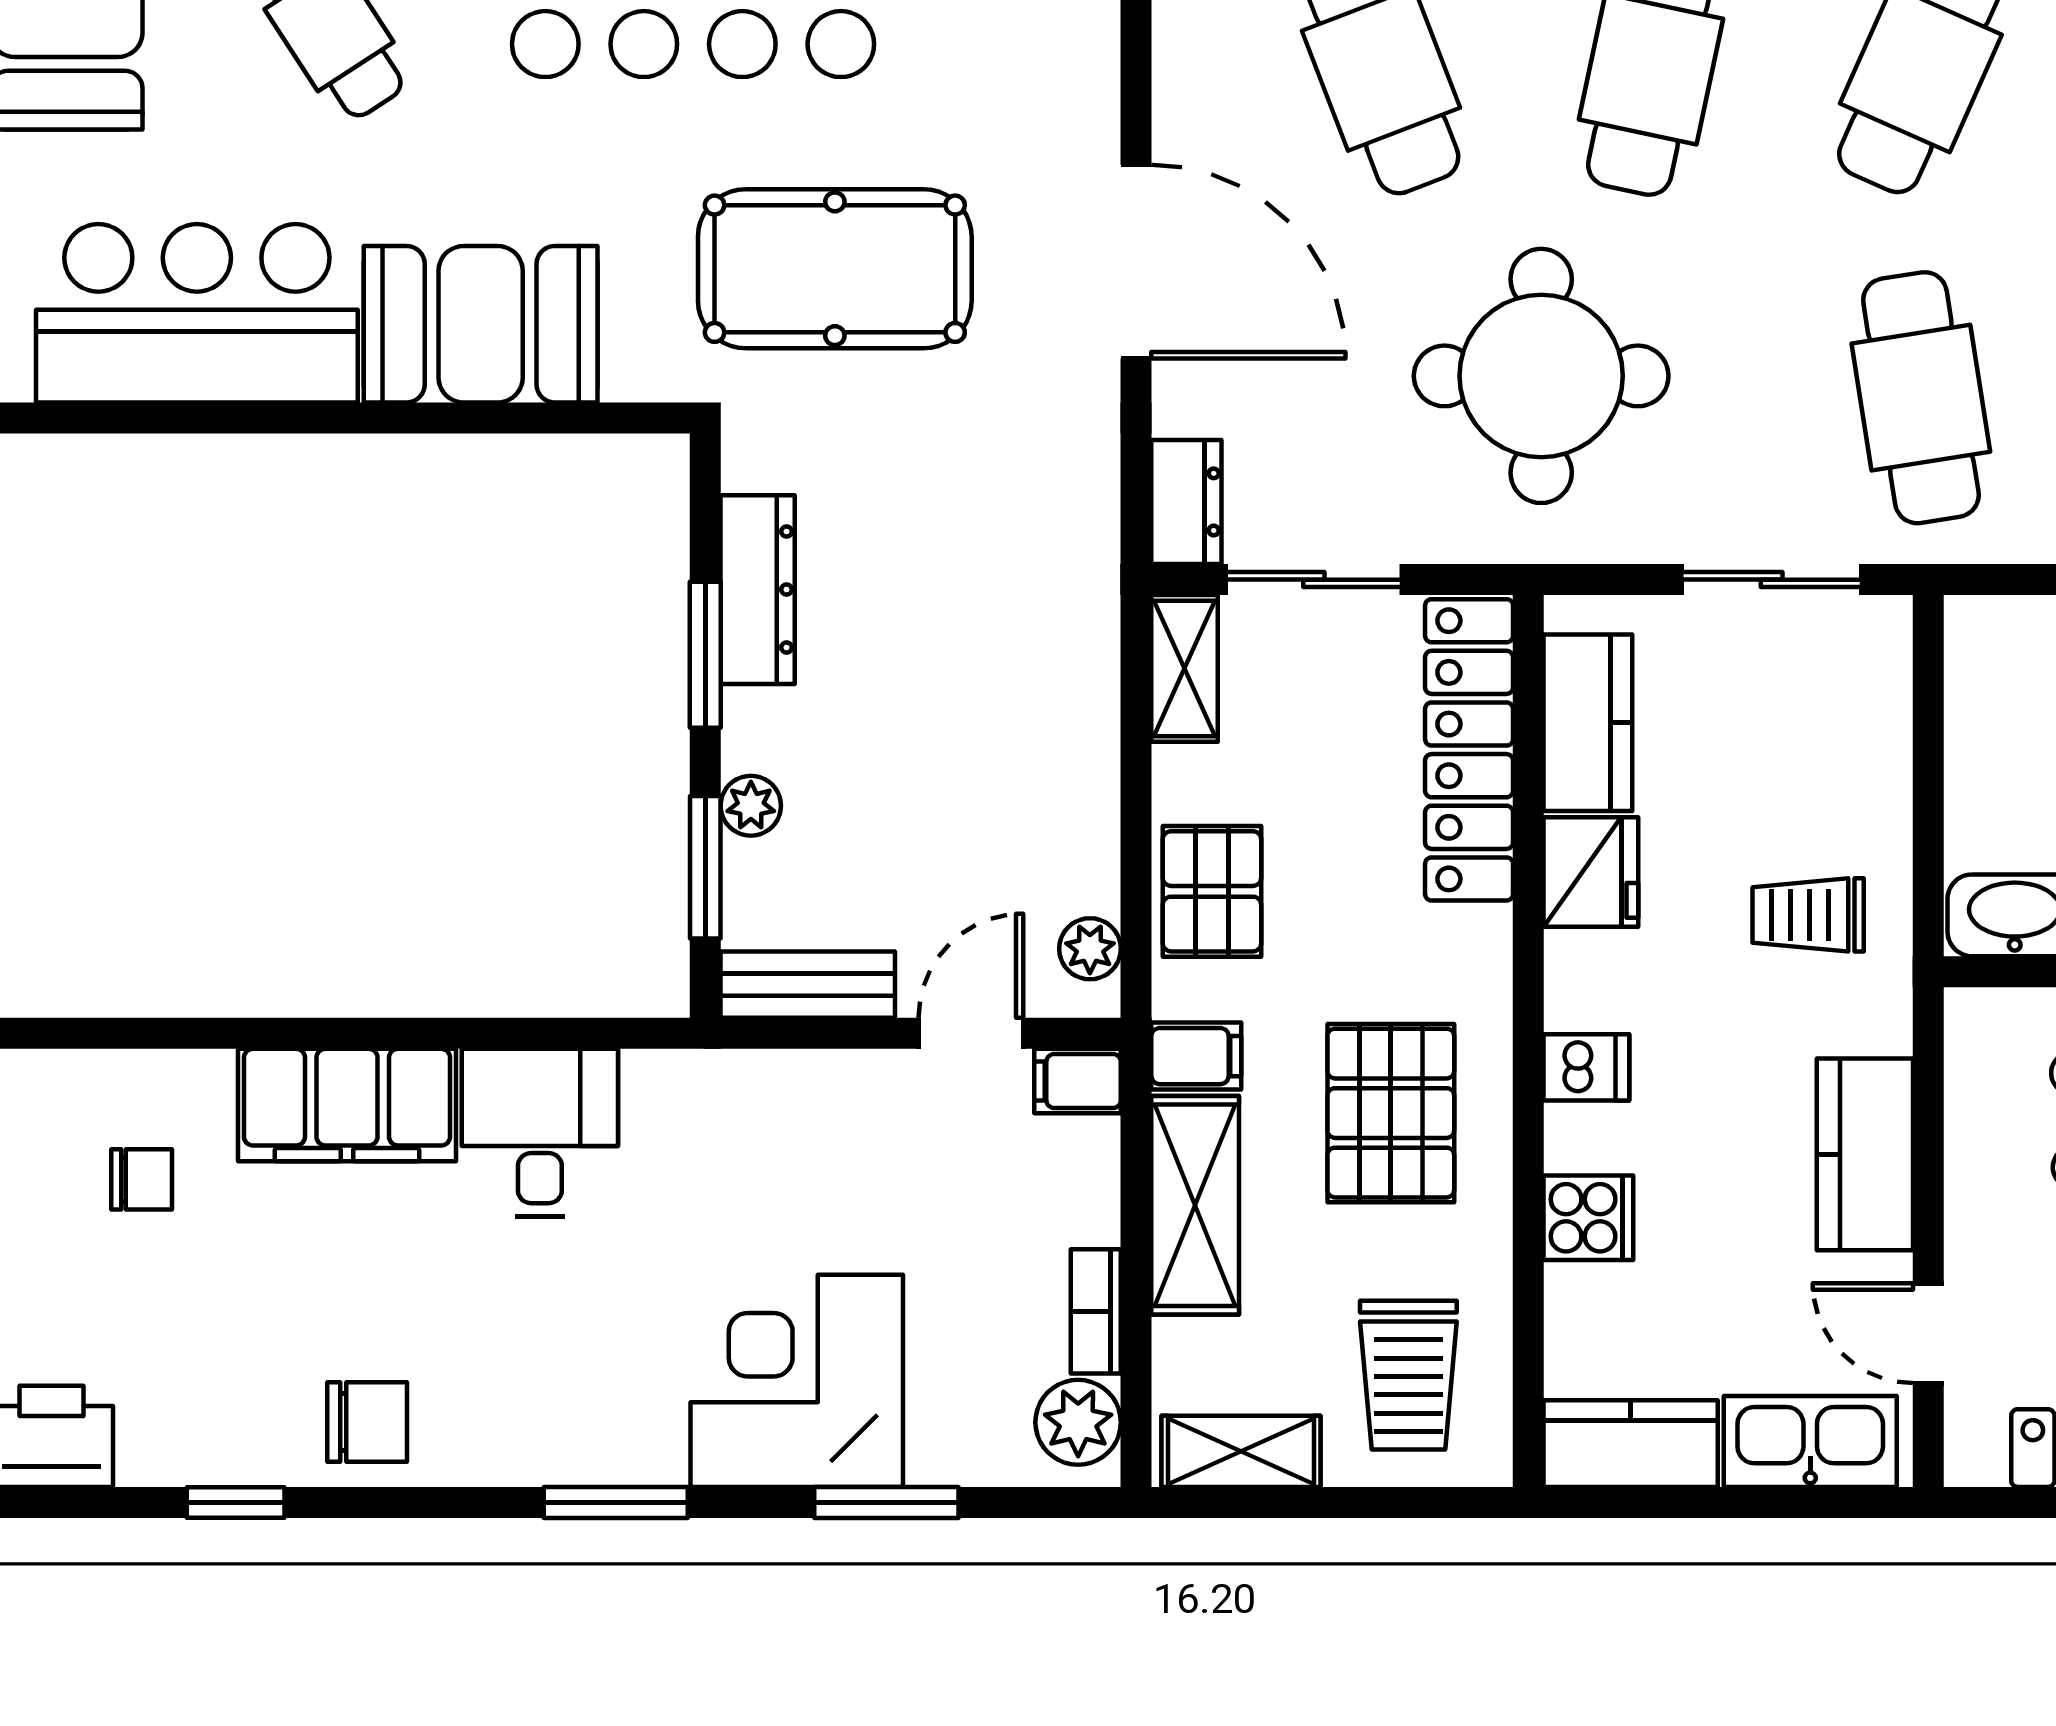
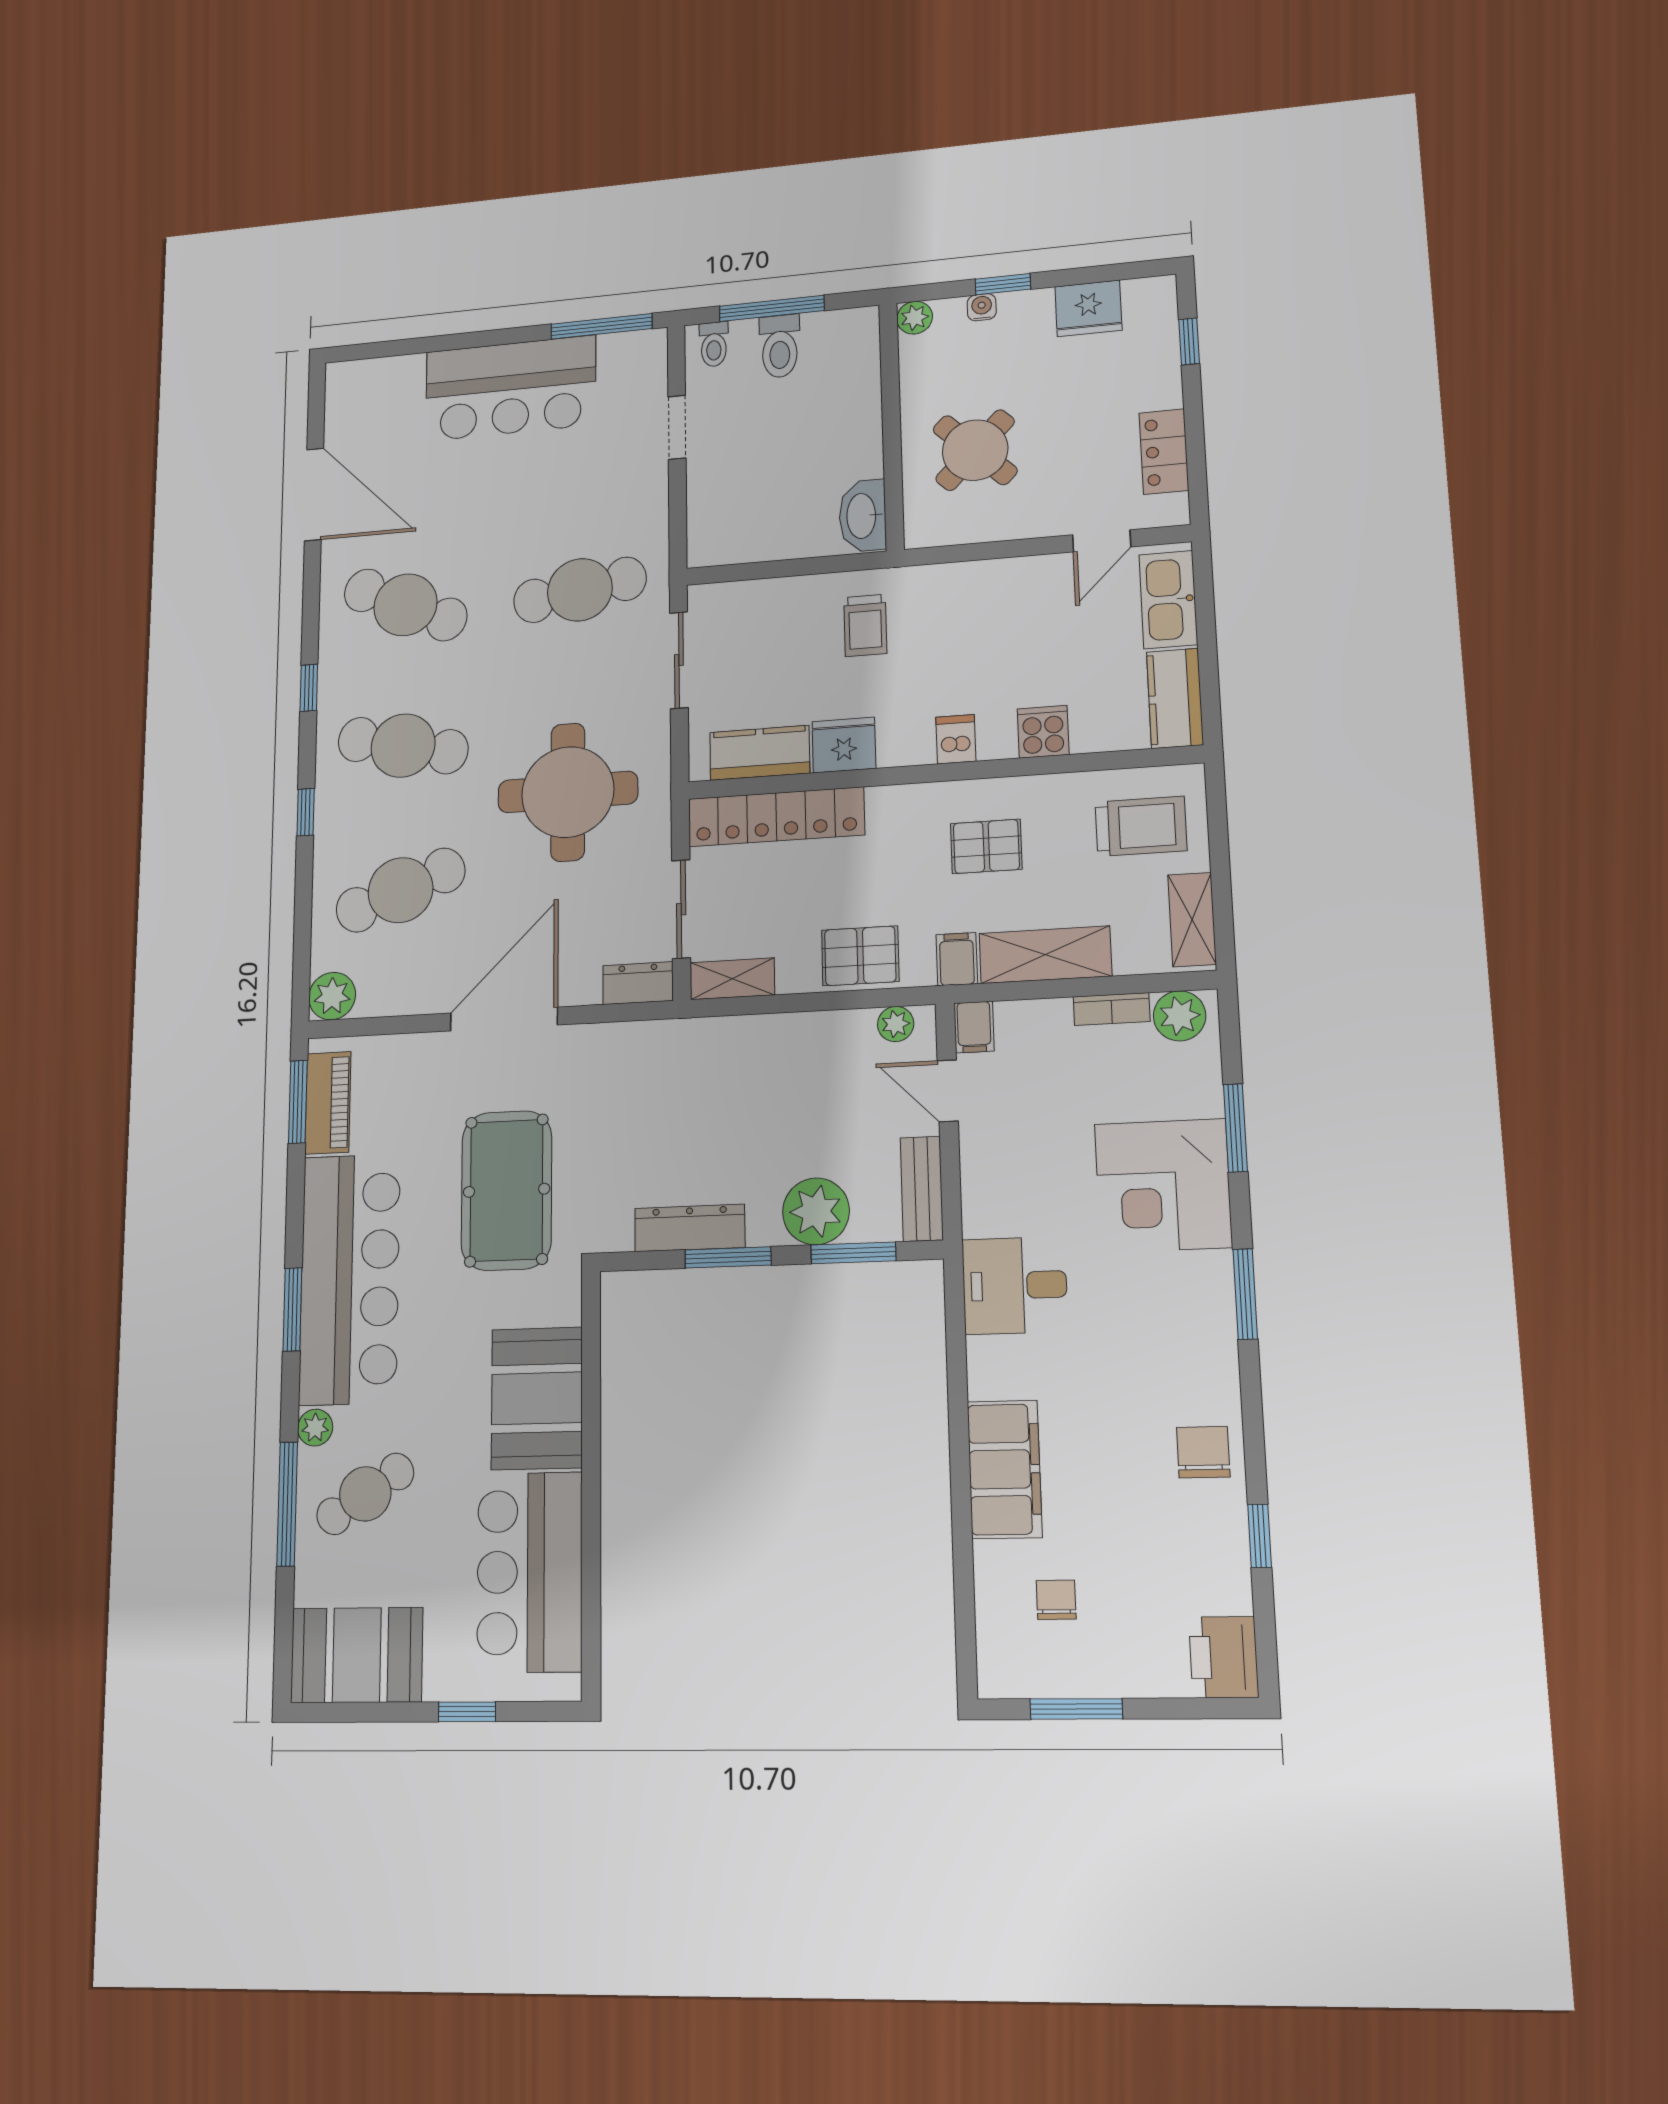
plant: (751, 806) -> (816, 1211), width x1.88, depth x1.88
pallet: (1391, 1113) -> (986, 846), width x0.67, depth x0.71
desk: (540, 1133) -> (1015, 1285), moved
kitchen counter: (1865, 1154) -> (1000, 584), removed

